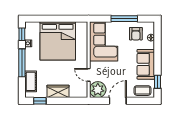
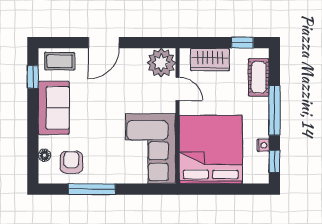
corner sofa: (104, 41) -> (151, 148), moved
wall: (89, 60) -> (177, 116), moved
door: (89, 75) -> (177, 89), moved
plant: (98, 90) -> (161, 63), moved

